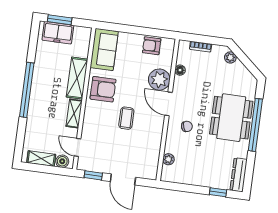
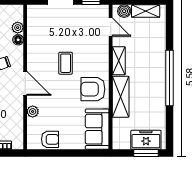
floor lamp: (180, 70) -> (18, 40), moved
plant: (159, 80) -> (33, 111), width x0.53, depth x0.53

